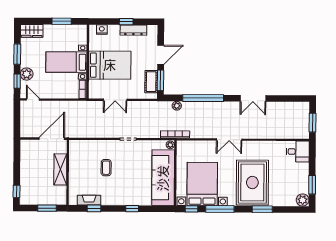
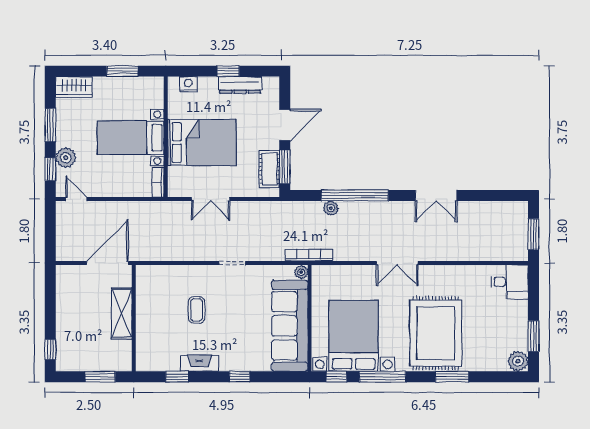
plant: (177, 106) -> (331, 208), moved
fireplace: (89, 200) -> (199, 363), moved

